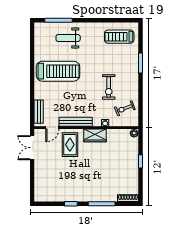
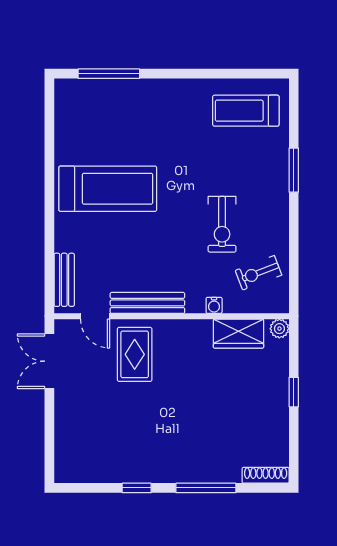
weight bench: (68, 38) -> (130, 114), removed
door: (52, 128) -> (95, 316), hinge flipped
wardrobe: (95, 135) -> (238, 334), moved

